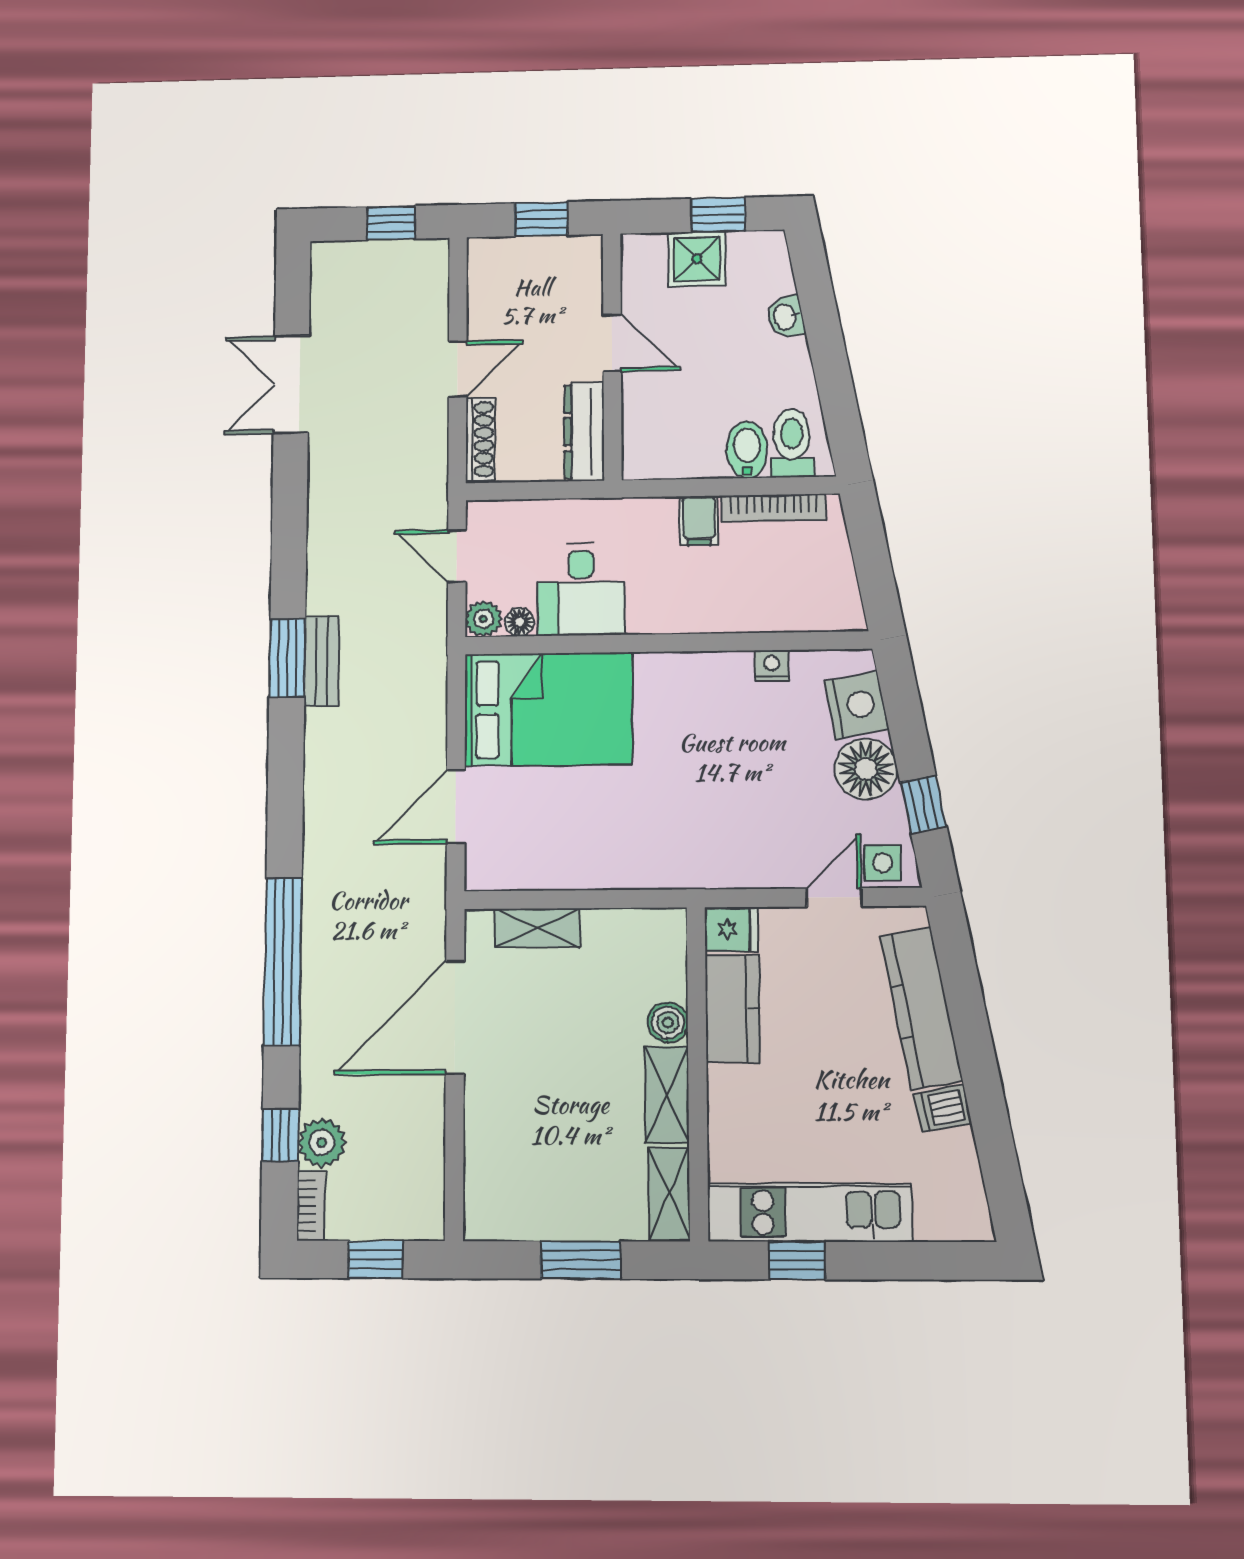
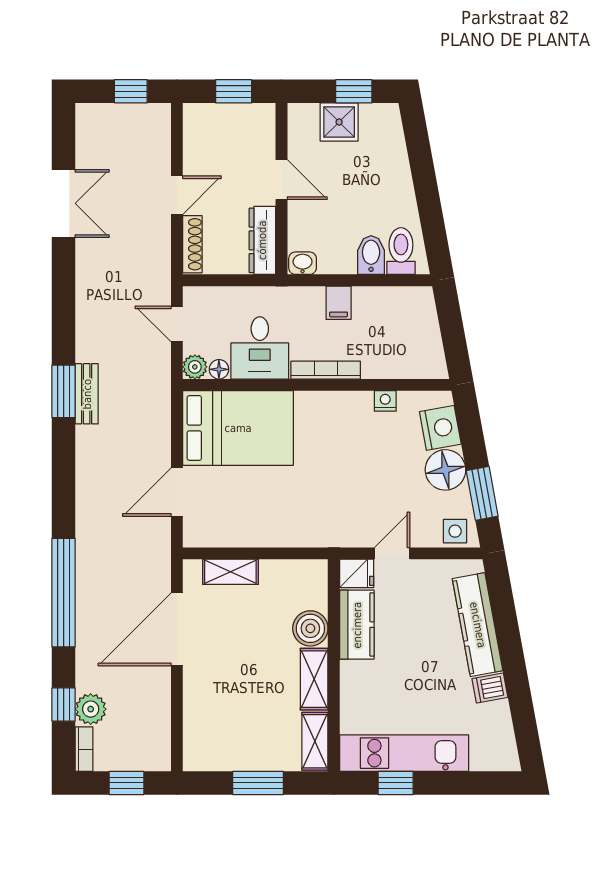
washbasin: (786, 317) -> (303, 263), moved, turned 100
double door: (291, 384) -> (64, 203), swing flipped
bookcase: (774, 508) -> (326, 370), moved, turned 180
window: (923, 804) -> (482, 493), width x1.50
door: (834, 897) -> (392, 553), moved
boiler: (668, 1022) -> (310, 628), width x1.36, depth x1.36

